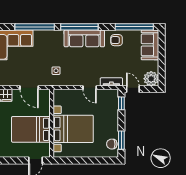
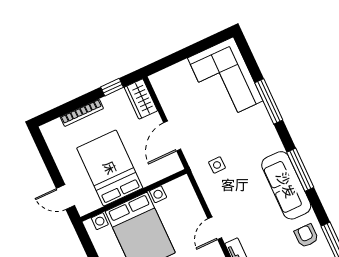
window: (35, 27) -> (269, 101), width x0.68
window: (79, 27) -> (300, 170), width x0.68

